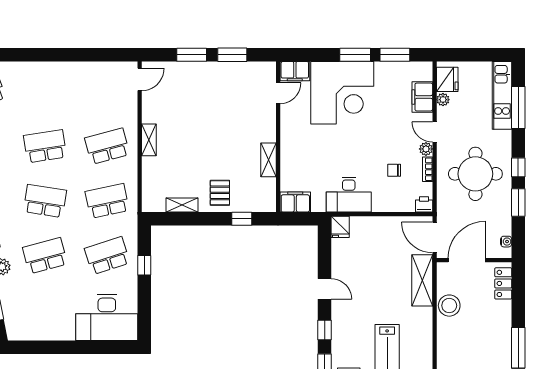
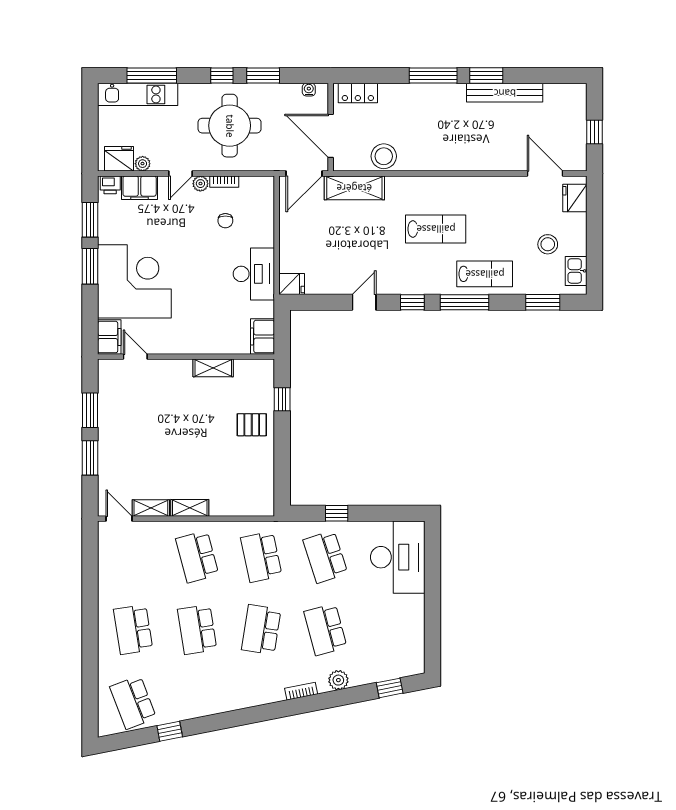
school desk: (45, 91) -> (133, 630), added
printer: (424, 204) -> (110, 185), moved, turned -90
shelving: (182, 205) -> (151, 508), moved, turned 90

